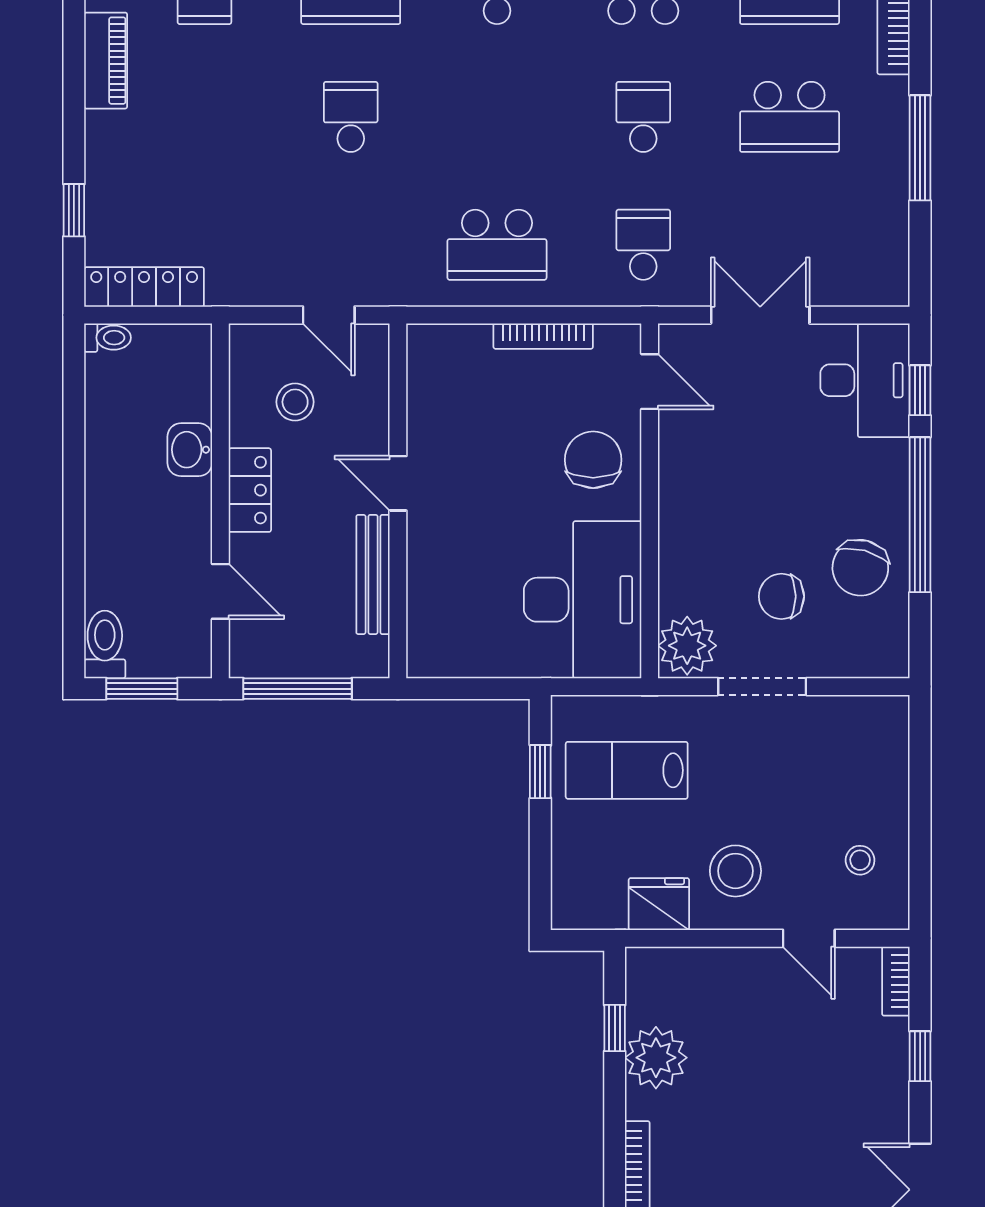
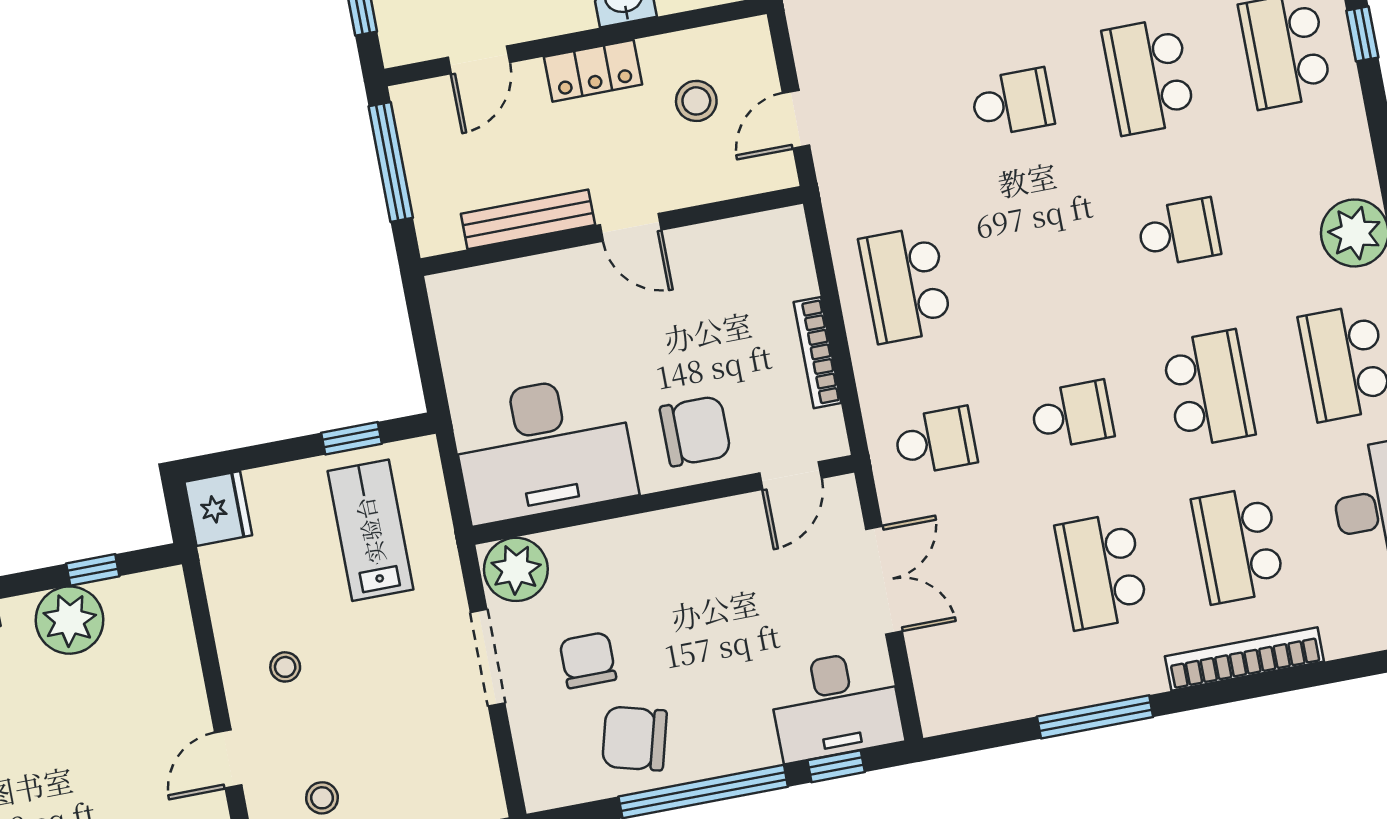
door: (398, 483) -> (631, 227), swing flipped
stool: (735, 871) -> (285, 667), width x0.53, depth x0.53
fridge: (659, 904) -> (218, 509), moved

